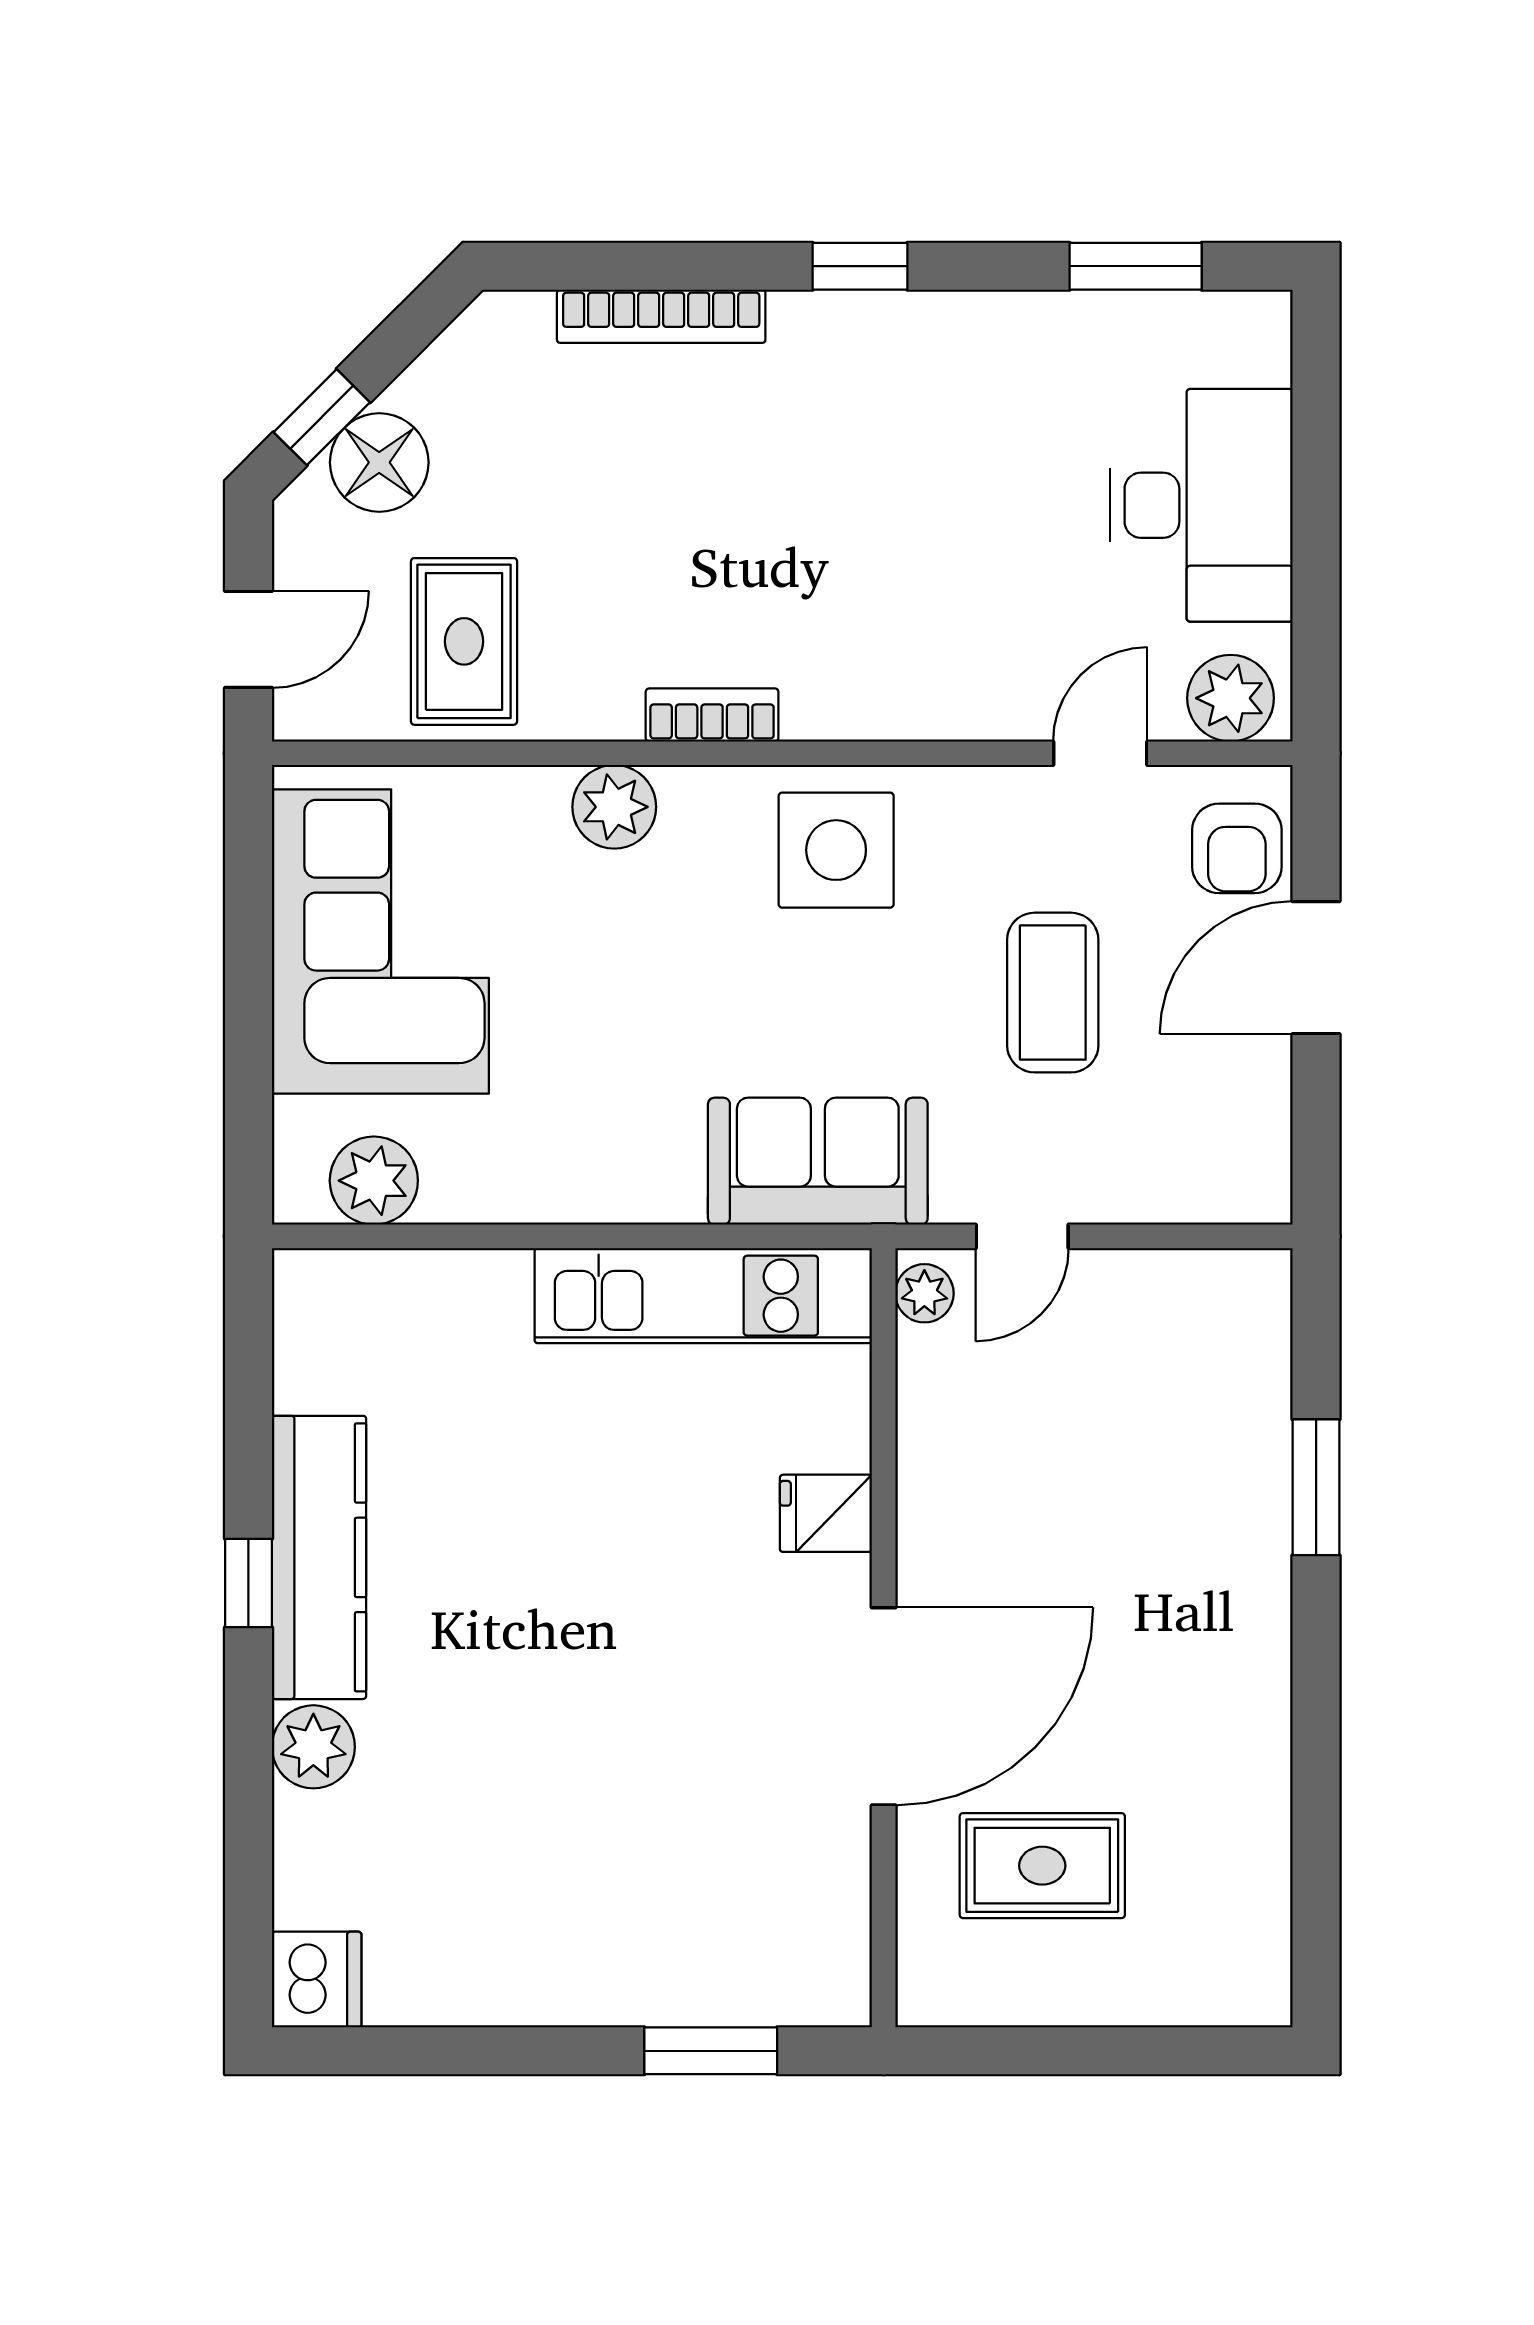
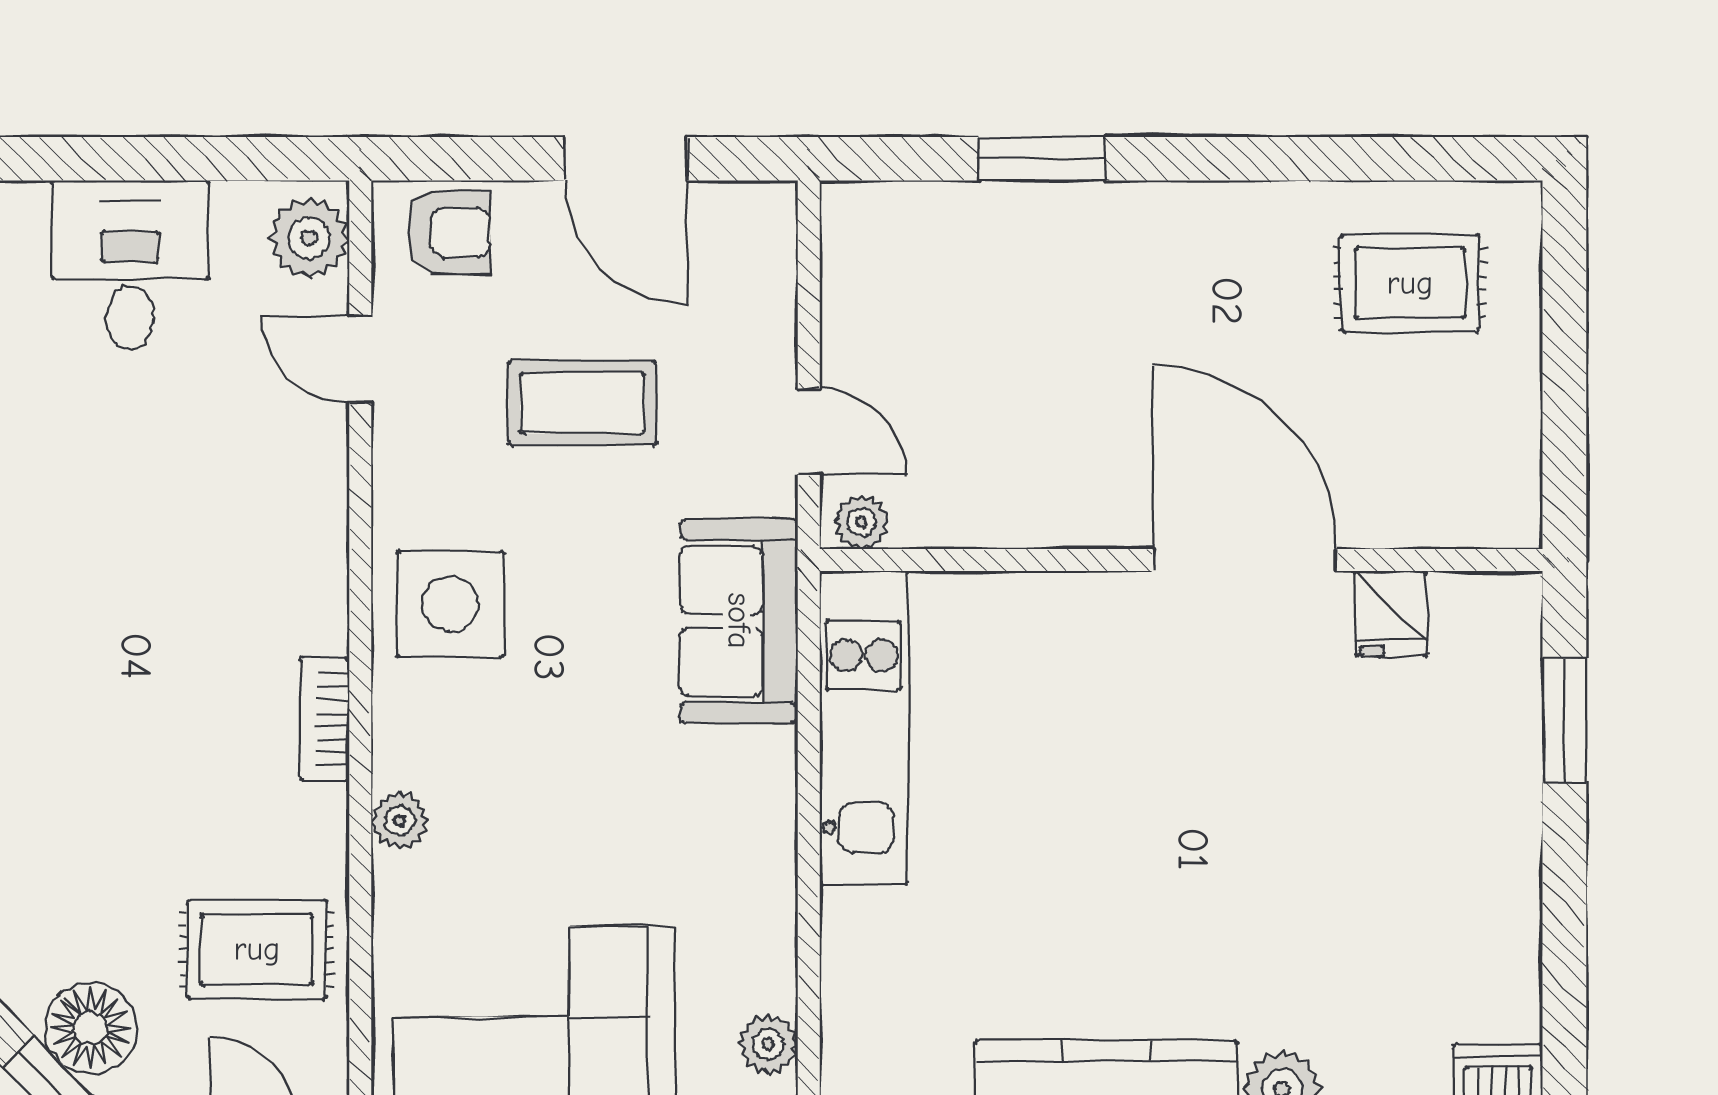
desk: (1201, 505) -> (130, 265), width x0.73
plant: (614, 807) -> (399, 821), width x0.73, depth x0.73
door: (1316, 968) -> (626, 159), moved
plant: (374, 1181) -> (768, 1044), width x0.73, depth x0.73
fridge: (826, 1513) -> (1391, 614), moved
rug: (1042, 1866) -> (1410, 283), moved, turned 90

